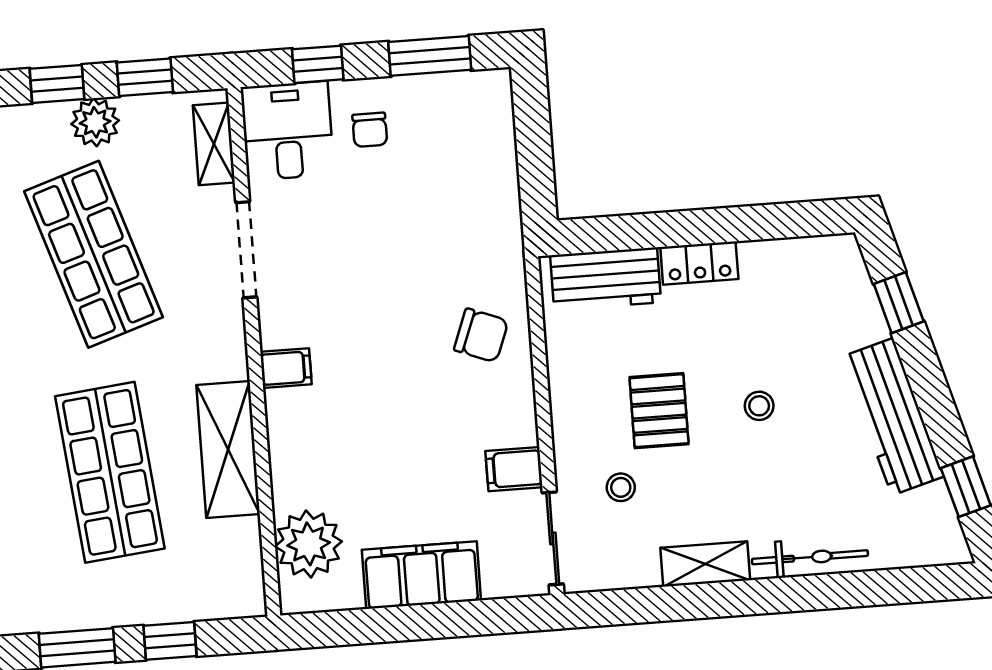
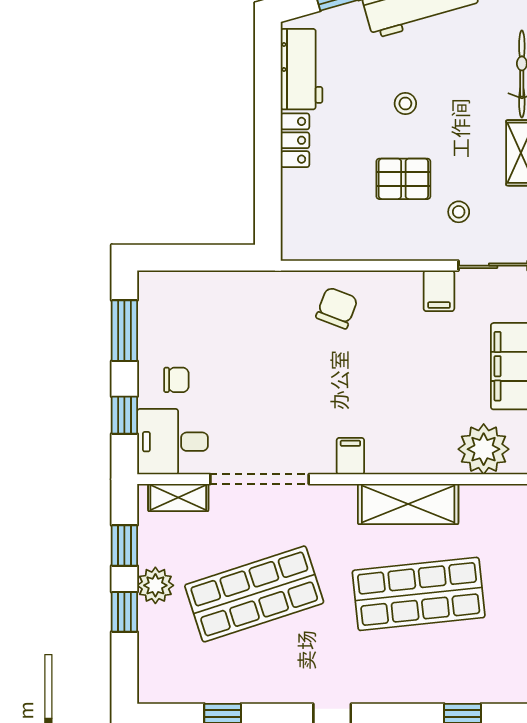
doorway: (246, 250) -> (259, 479), width x1.36
workbench: (606, 279) -> (301, 69), moved

